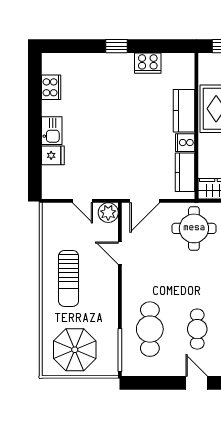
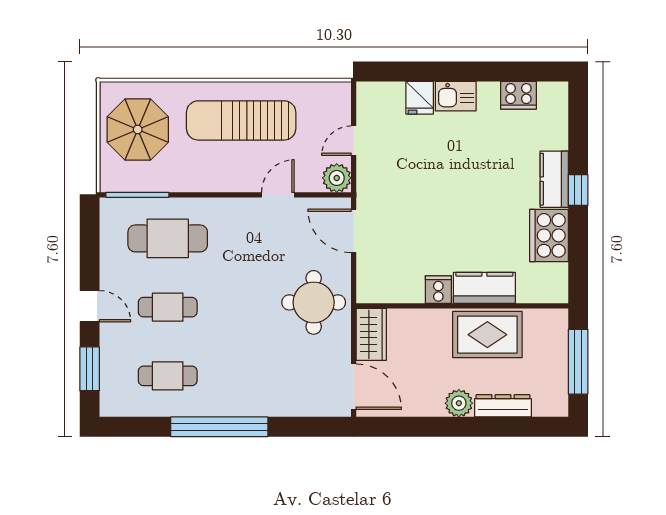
cooker: (148, 63) -> (549, 235), width x1.37, depth x1.31
kitchen counter: (185, 172) -> (554, 179), moved, turned -90
sun lounger: (69, 278) -> (241, 120), width x1.36, depth x1.34
door: (197, 383) -> (90, 306), hinge flipped

